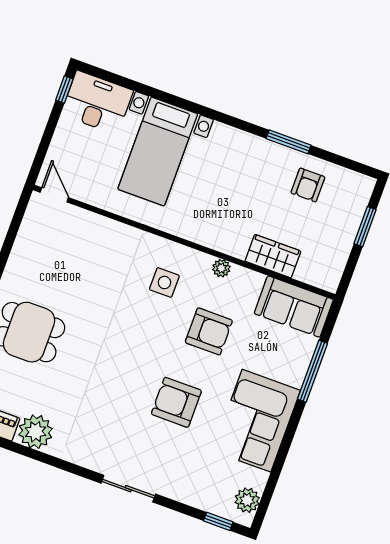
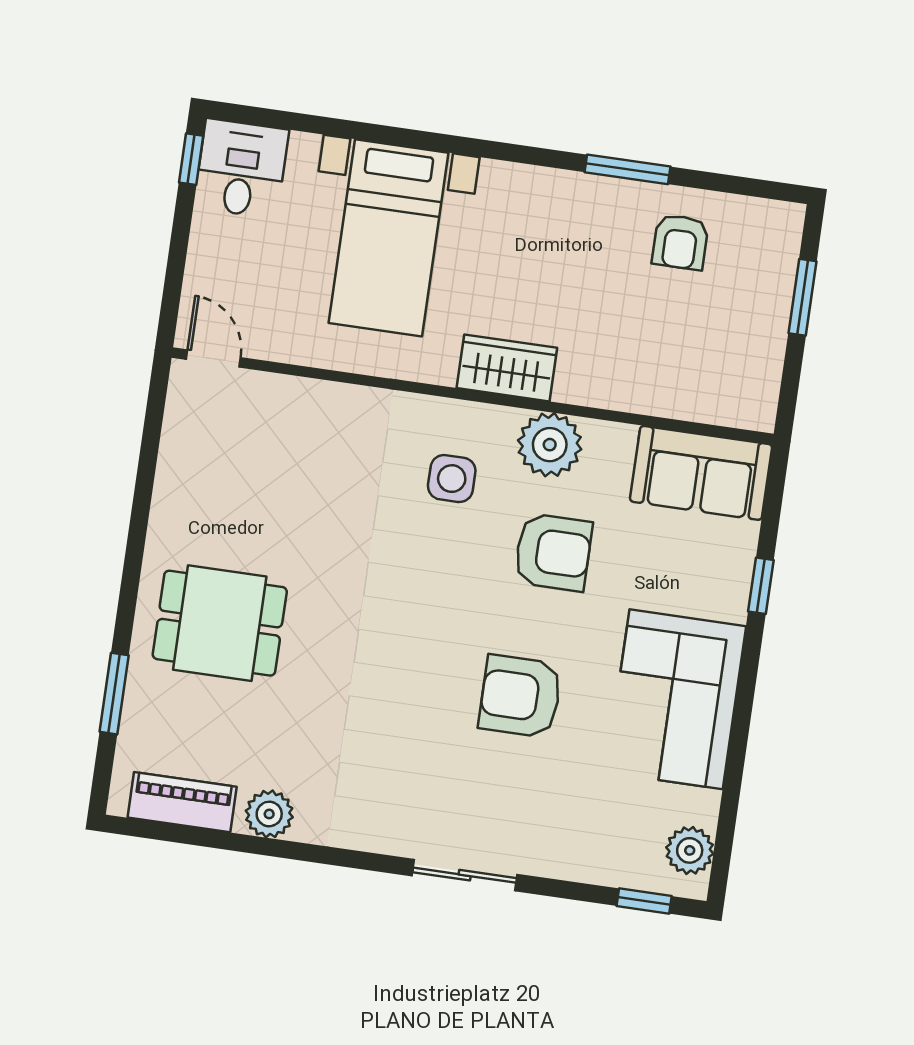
desk: (97, 103) -> (241, 169), width x0.73
wardrobe: (273, 256) -> (507, 368), moved
plant: (221, 268) -> (550, 445), width x1.87, depth x1.87
window: (312, 371) -> (761, 586), width x0.46
plant: (36, 432) -> (269, 814), width x0.73, depth x0.73

